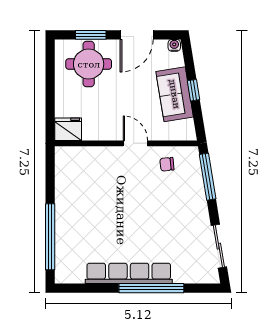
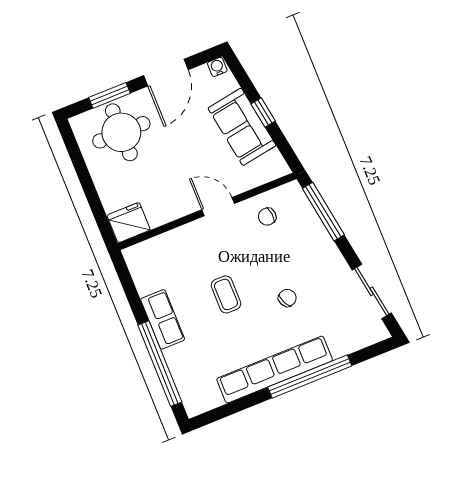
row of seats: (65, 207) -> (163, 319), added
coffee table: (116, 207) -> (226, 294), added
chair: (158, 227) -> (287, 298), added

